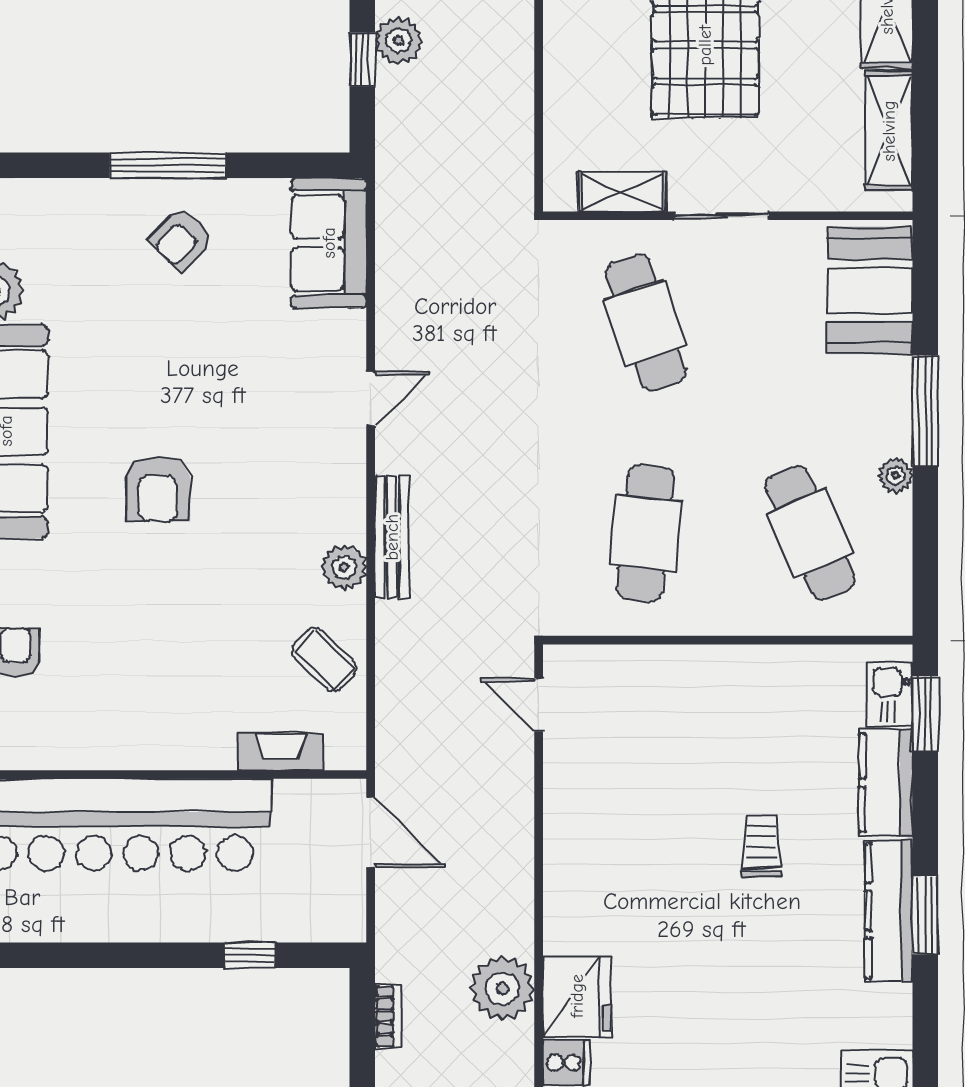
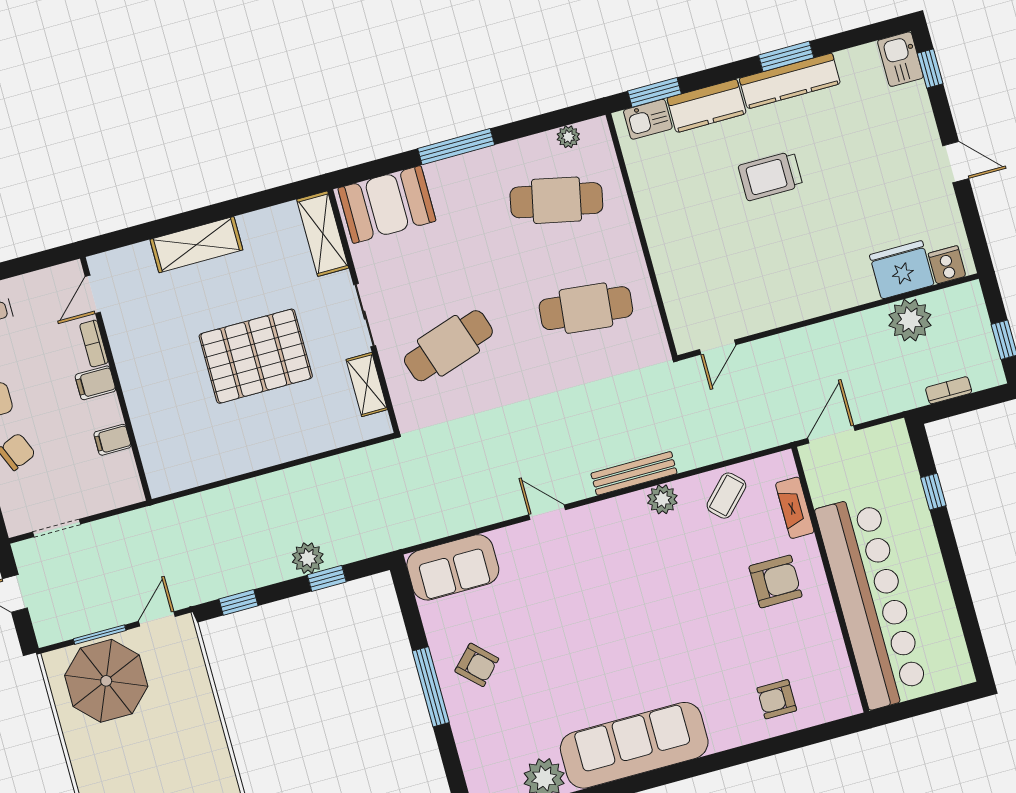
shelving: (889, 131) -> (323, 234), moved, turned 90
plant: (896, 476) -> (568, 137), moved
armchair: (158, 489) -> (776, 581), moved
cafe table: (810, 533) -> (556, 200), turned 36
trolley: (761, 846) -> (770, 176), width x1.36, depth x1.39

